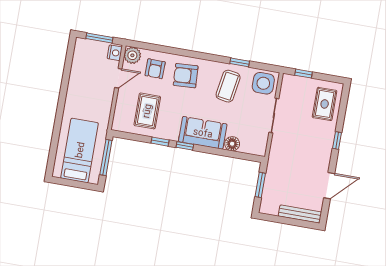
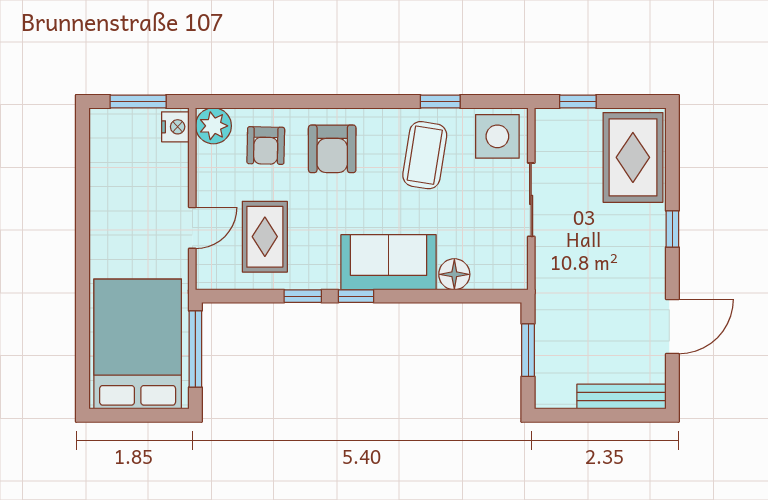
armchair: (186, 76) -> (332, 149), turned -87
door: (118, 78) -> (192, 228), moved
rug: (325, 104) -> (633, 157), width x1.36, depth x1.43
bed: (80, 150) -> (138, 344), width x1.50

